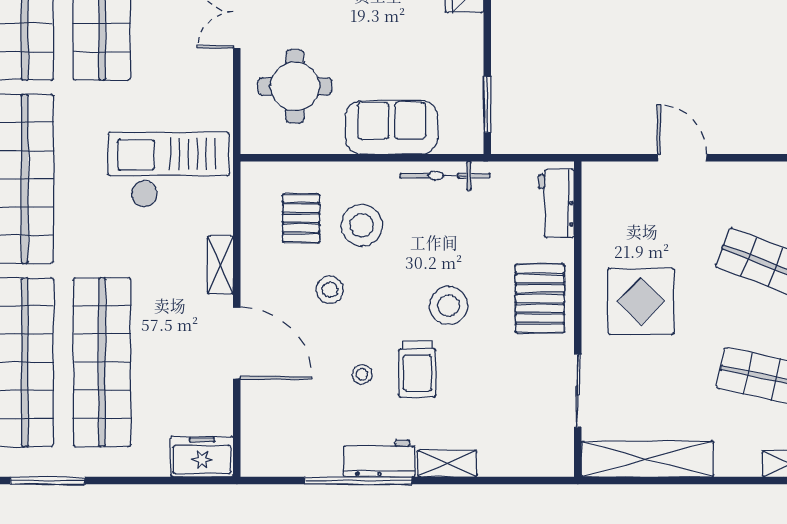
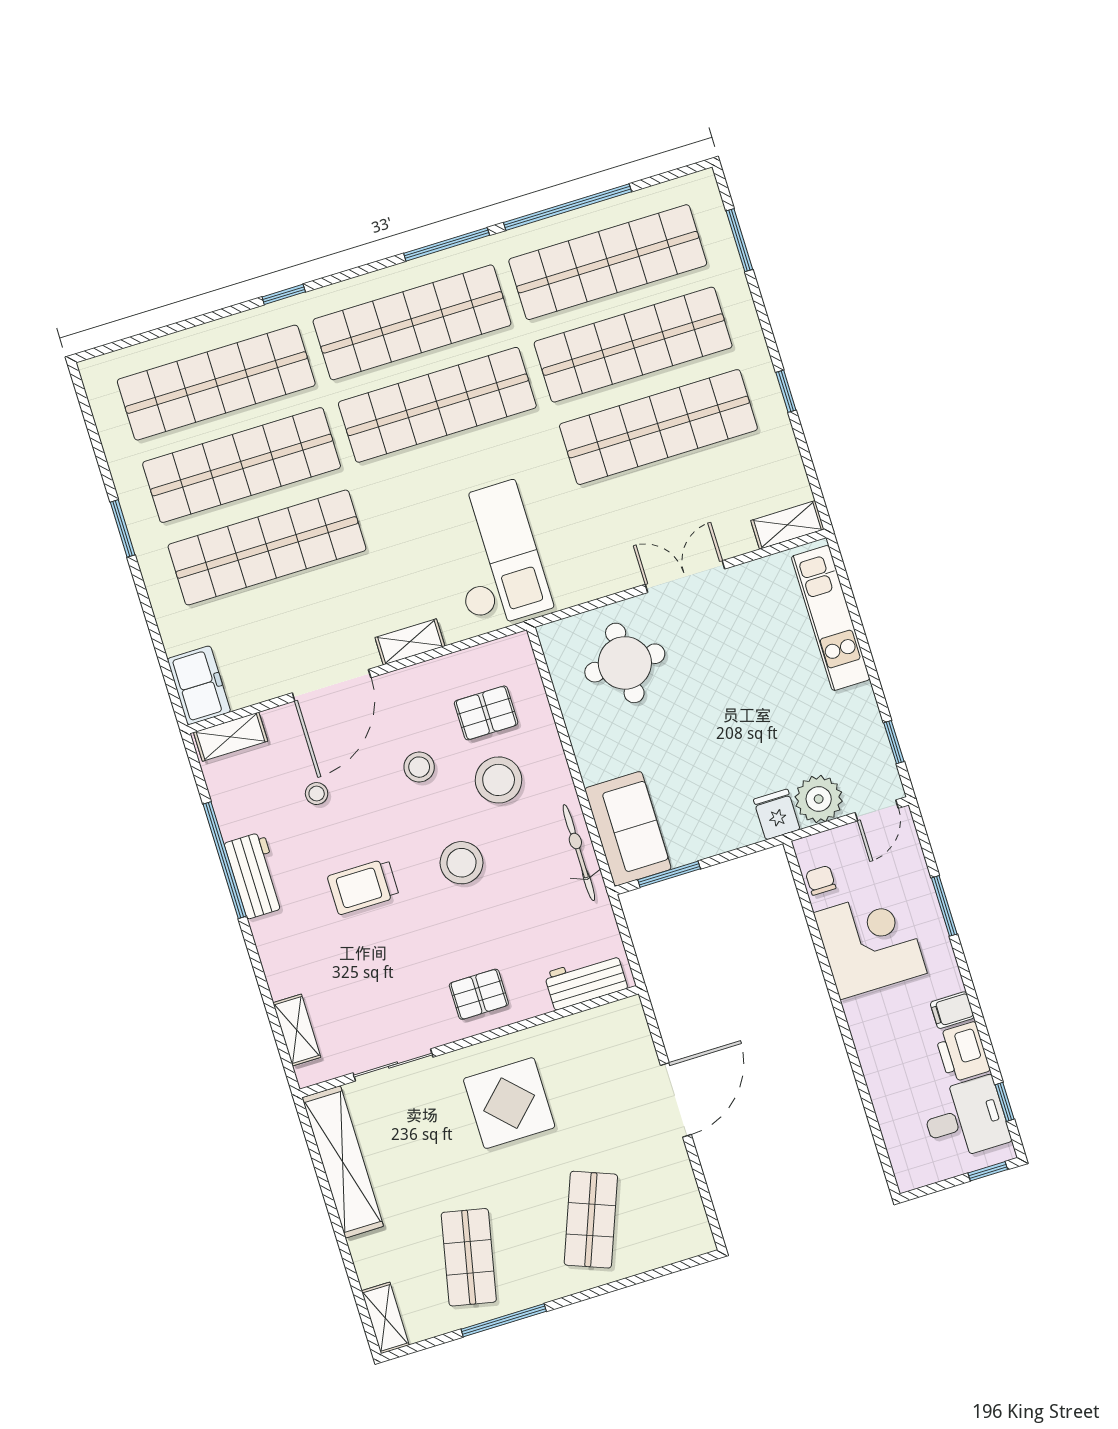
sofa: (392, 127) -> (628, 829), moved
door: (682, 158) -> (676, 1100), width x1.36
pallet: (540, 299) -> (479, 994), width x0.67, depth x0.71
stool: (449, 306) -> (461, 863), moved
stool: (362, 374) -> (317, 794), moved
shelving: (254, 443) -> (231, 737), added
shelving: (447, 464) -> (297, 1030), moved
window: (48, 481) -> (123, 528), width x0.69

